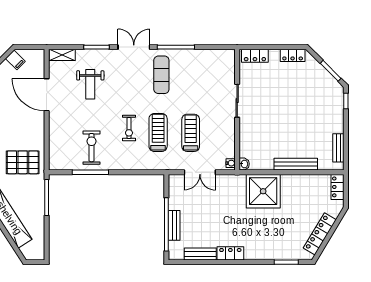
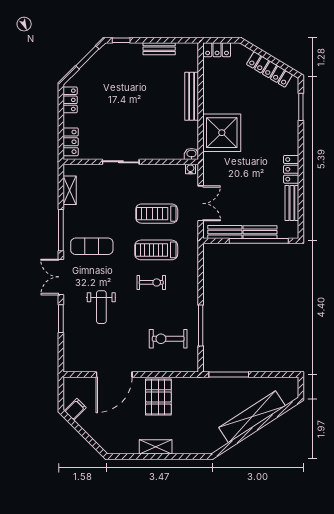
shelving: (62, 55) -> (70, 190), moved
weight bench: (90, 84) -> (101, 307), moved, turned 90
exercise bike: (92, 148) -> (168, 339), moved
bench: (338, 148) -> (159, 49), moved
pallet: (23, 162) -> (158, 397), moved
bench: (174, 194) -> (225, 232), added

